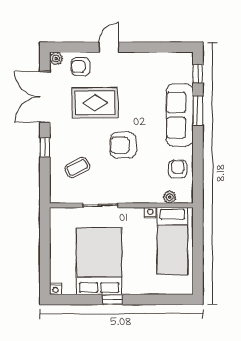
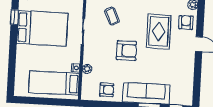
armchair: (123, 145) -> (126, 51), turned 90
plant: (170, 197) -> (87, 69), moved
window: (113, 299) -> (14, 17), moved

